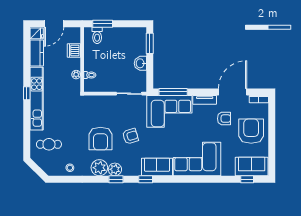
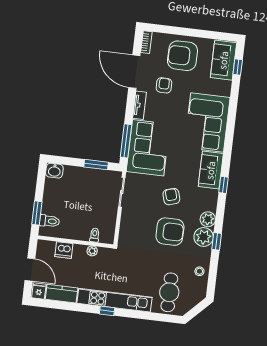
window: (150, 43) -> (96, 165), moved
washbasin: (140, 63) -> (54, 171), moved
cafe table: (49, 144) -> (169, 292), width x1.37, depth x1.35
window: (116, 179) -> (217, 241), moved

